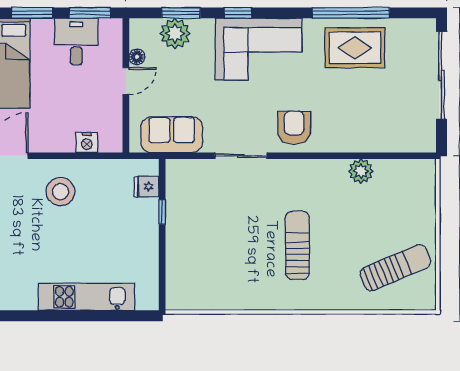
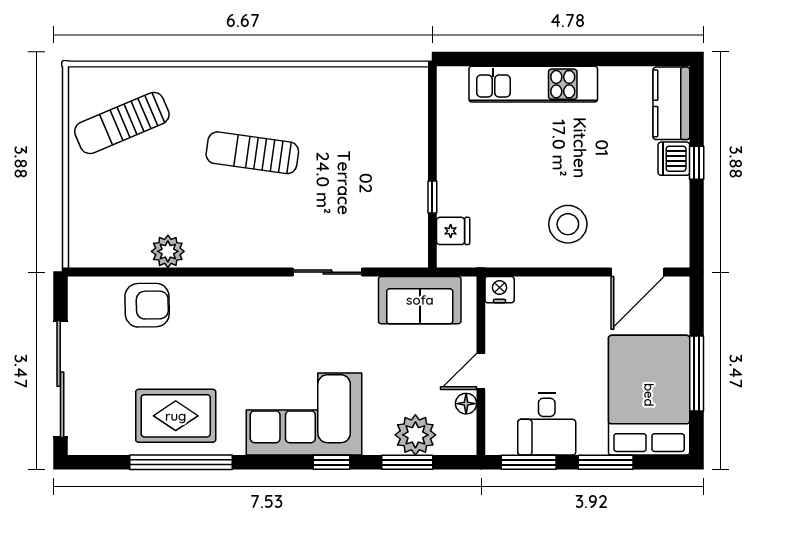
armchair: (294, 128) -> (147, 305), moved, turned -91
nightstand: (87, 143) -> (500, 290), moved
sun lounger: (297, 245) -> (252, 153), turned 98

